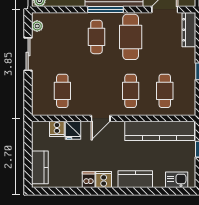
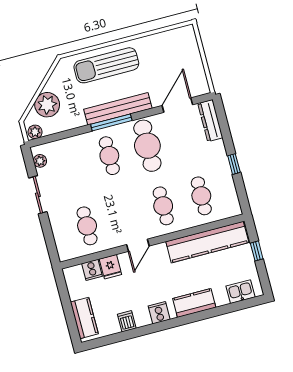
dishwasher: (89, 180) -> (127, 321), moved

